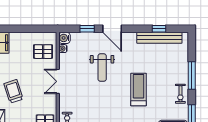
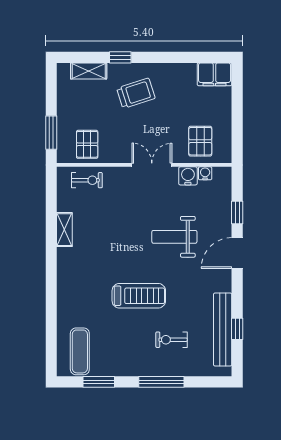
water cooler: (64, 38) -> (188, 176), moved
exercise bike: (180, 94) -> (171, 340), moved

